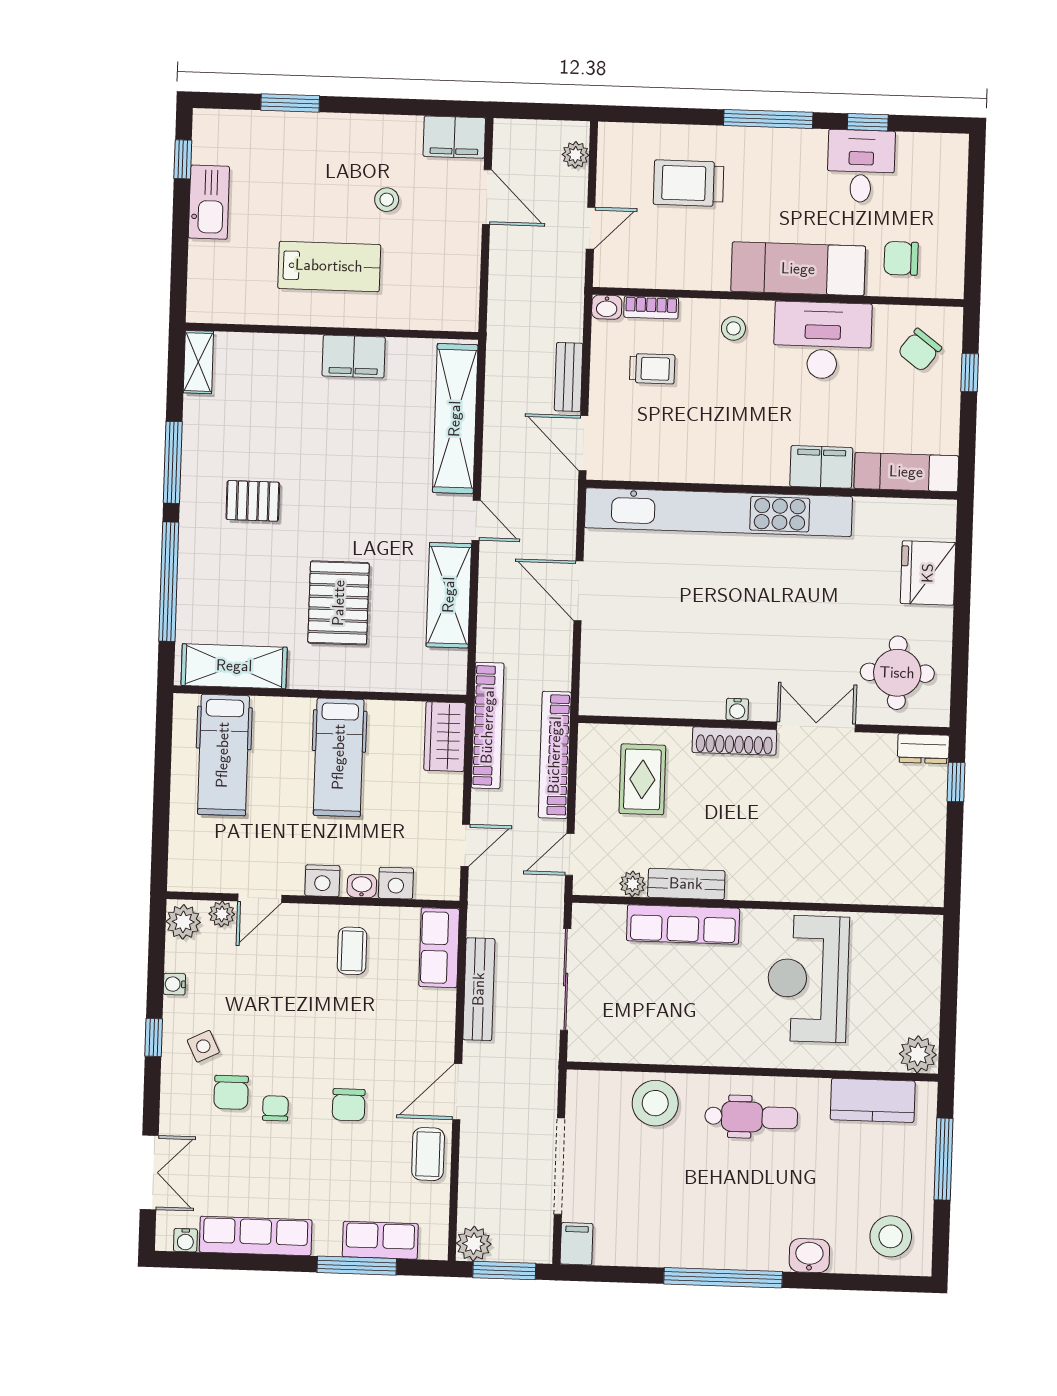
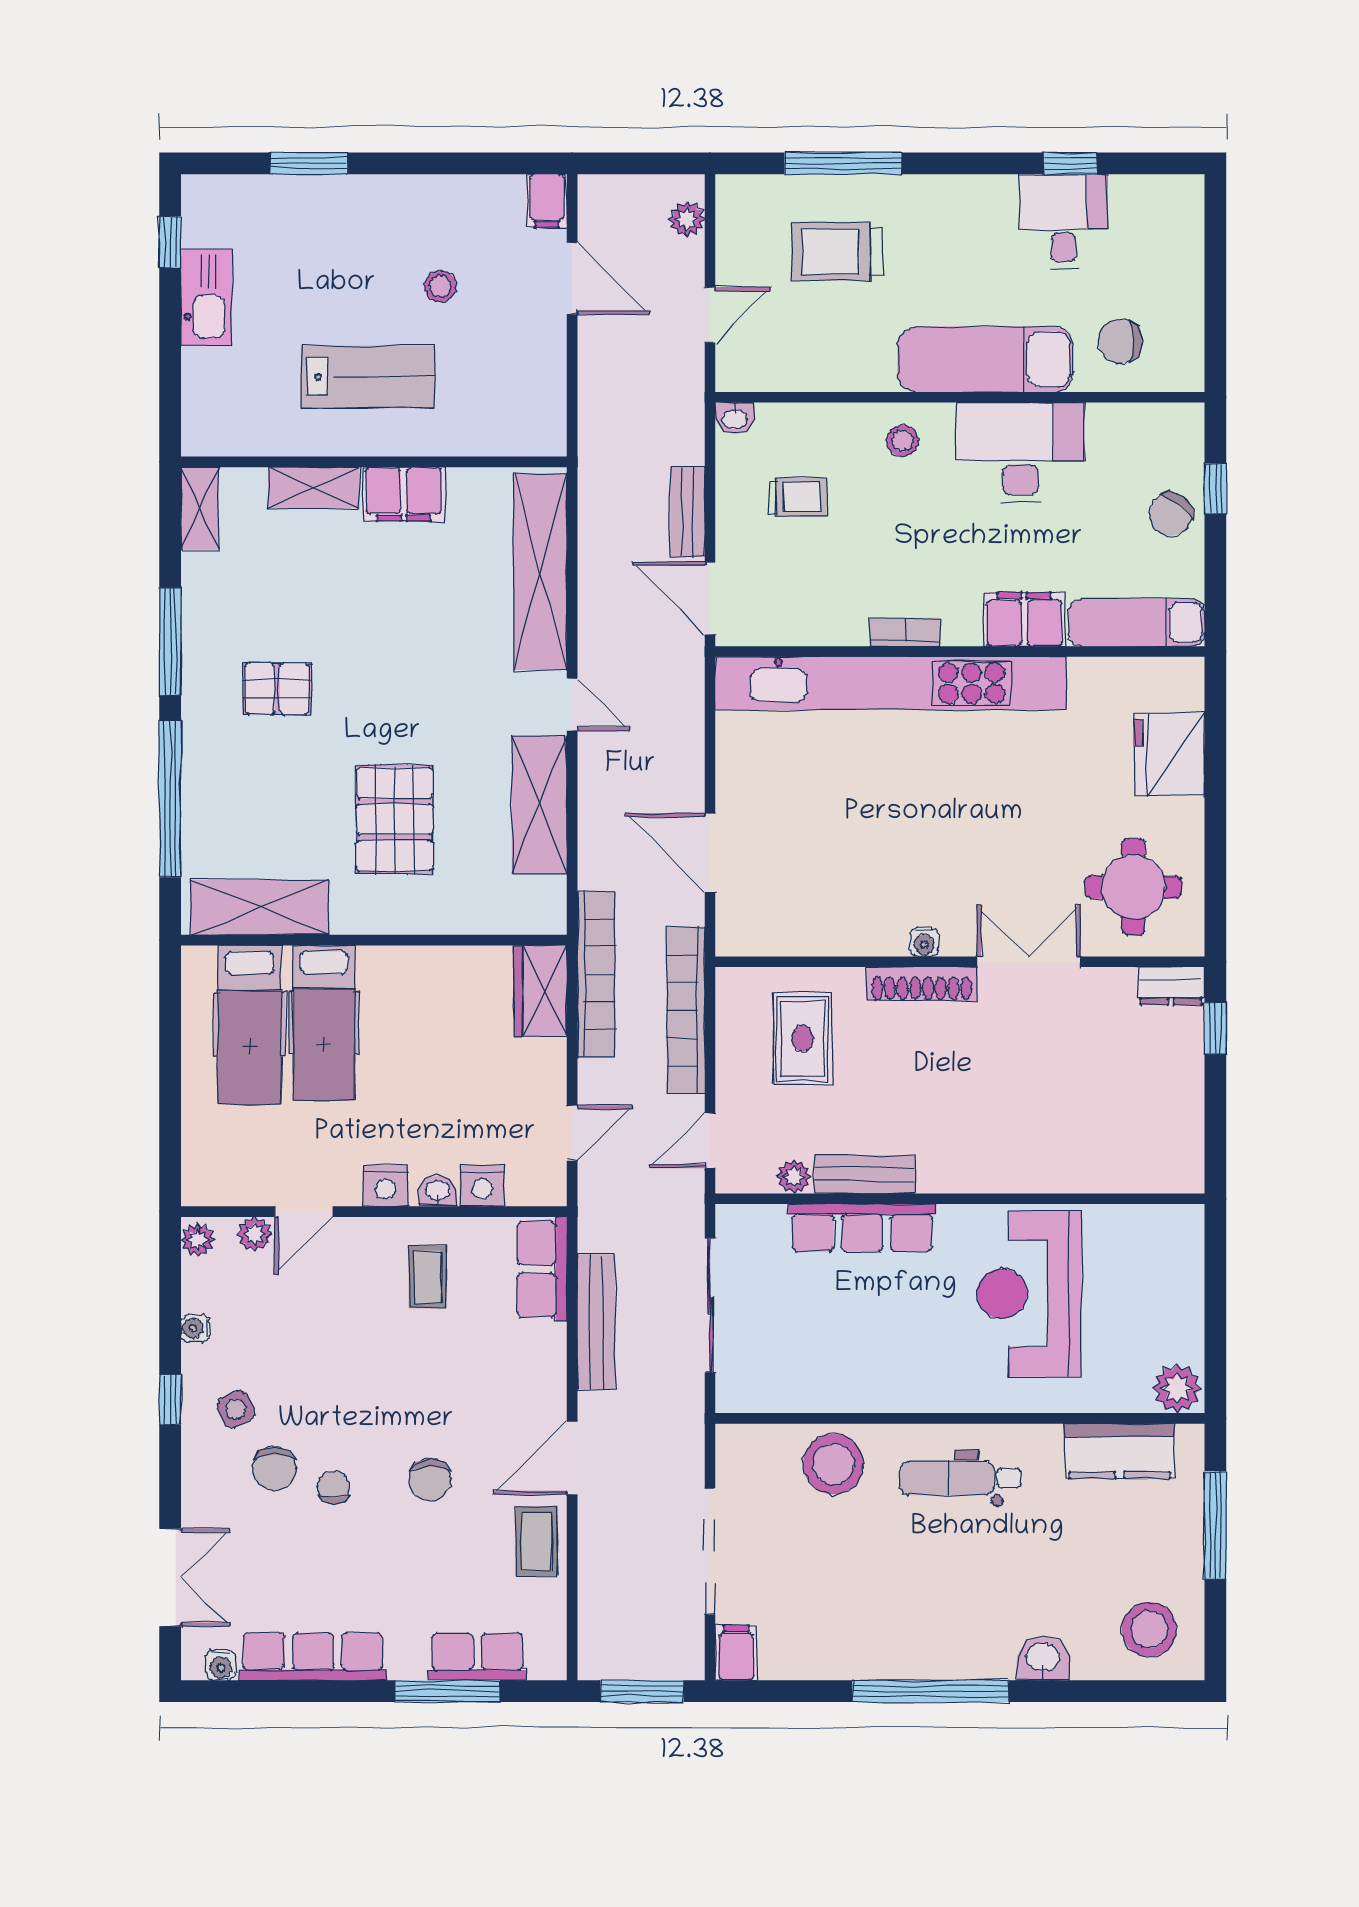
window: (768, 119) -> (843, 163), moved
filing cabinet: (454, 137) -> (547, 201), width x0.50
bookcase: (651, 307) -> (905, 632), moved, turned 180
shelving: (286, 349) -> (314, 488), added
chair: (920, 350) -> (1171, 515), moved
door: (579, 591) -> (710, 853), moved
hospital bed: (339, 757) -> (324, 1023), moved
plant: (183, 922) -> (198, 1240), width x0.73, depth x0.73
dental chair: (751, 1117) -> (960, 1478), turned 180
plant: (474, 1244) -> (601, 1657), removed

